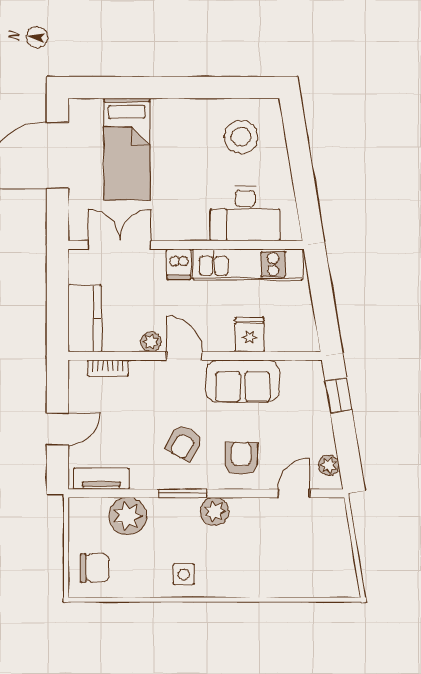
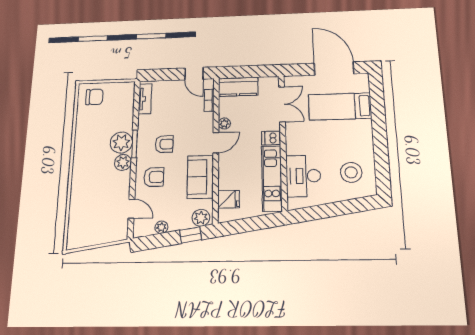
fridge: (250, 335) -> (229, 199), moved
plant: (311, 379) -> (201, 218), added
door: (57, 429) -> (194, 74), moved
armchair: (184, 443) -> (164, 144), turned 150
plant: (329, 465) -> (161, 227), moved
plant: (128, 516) -> (121, 143), moved
chair: (95, 568) -> (94, 97), turned -90
side table: (184, 574) -> (87, 146), removed

